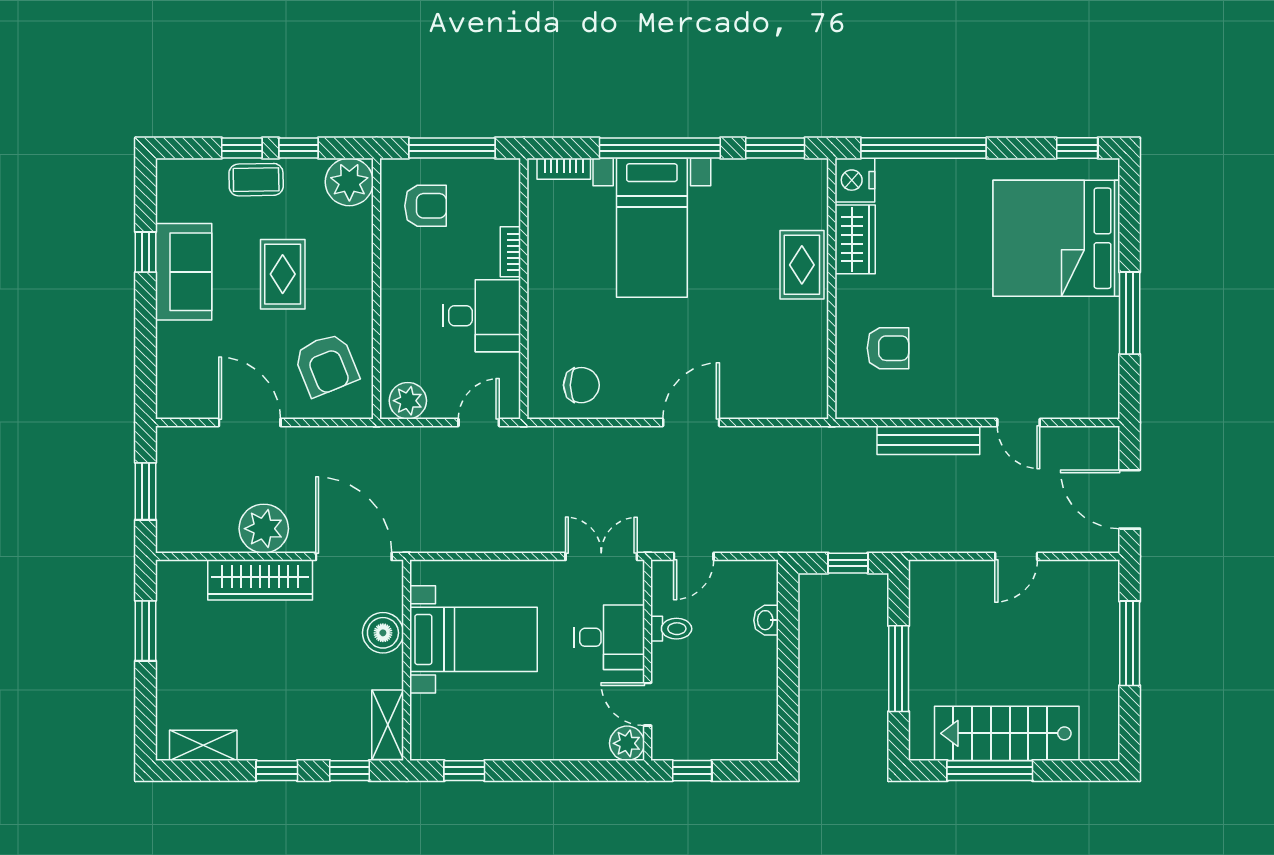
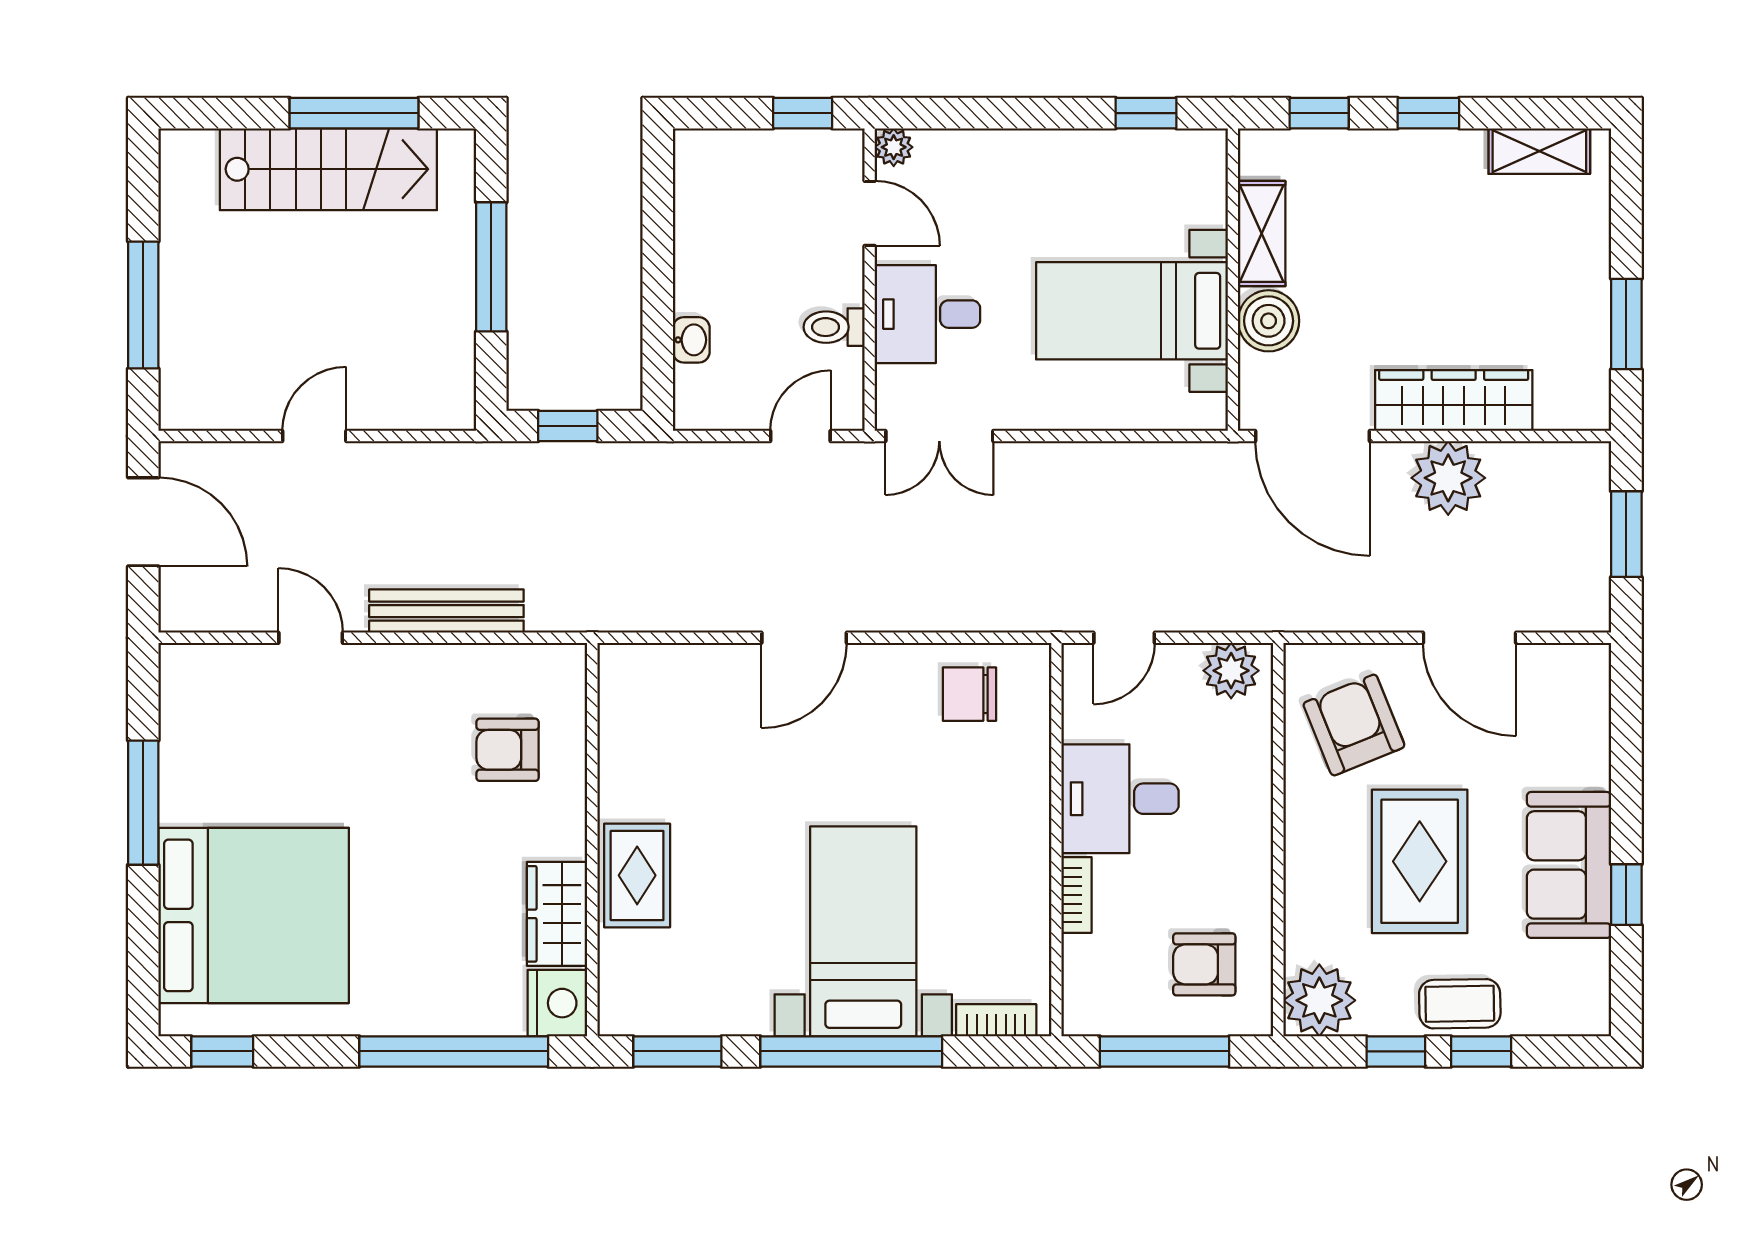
rug: (283, 274) -> (1420, 861), width x1.36, depth x1.43
shelving: (388, 725) -> (1262, 234), moved
plant: (627, 743) -> (894, 147), width x0.73, depth x0.73

